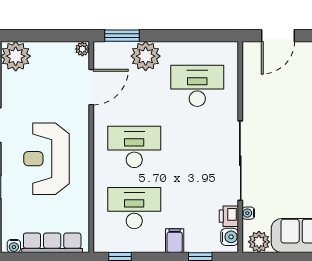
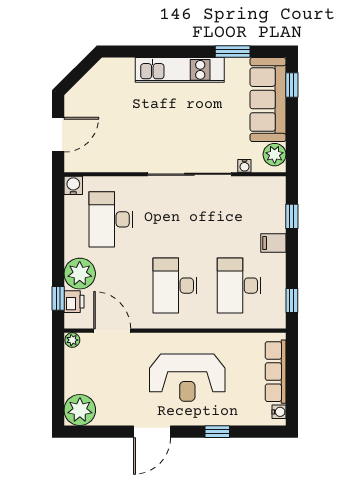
window: (122, 36) -> (58, 298), width x0.67
door: (278, 36) -> (58, 135), hinge flipped
printer: (229, 216) -> (74, 302), moved, turned -90
water cooler: (230, 237) -> (73, 185), moved

